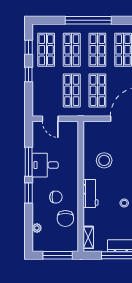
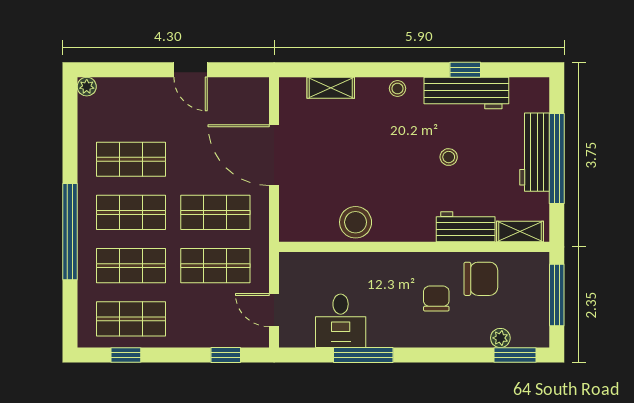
window: (29, 75) -> (226, 355), moved
door: (50, 119) -> (274, 310), swing flipped
stool: (104, 160) -> (356, 222), moved
desk: (45, 165) -> (341, 321), moved
window: (29, 193) -> (515, 355), moved
workbench: (90, 193) -> (466, 227), moved

